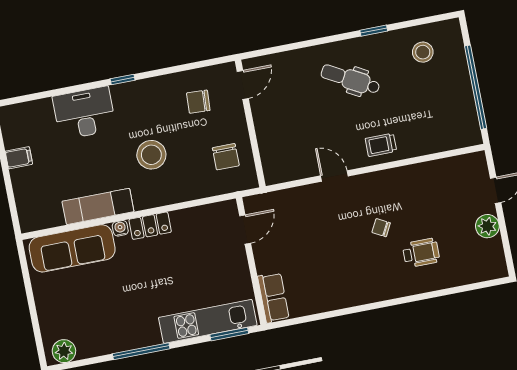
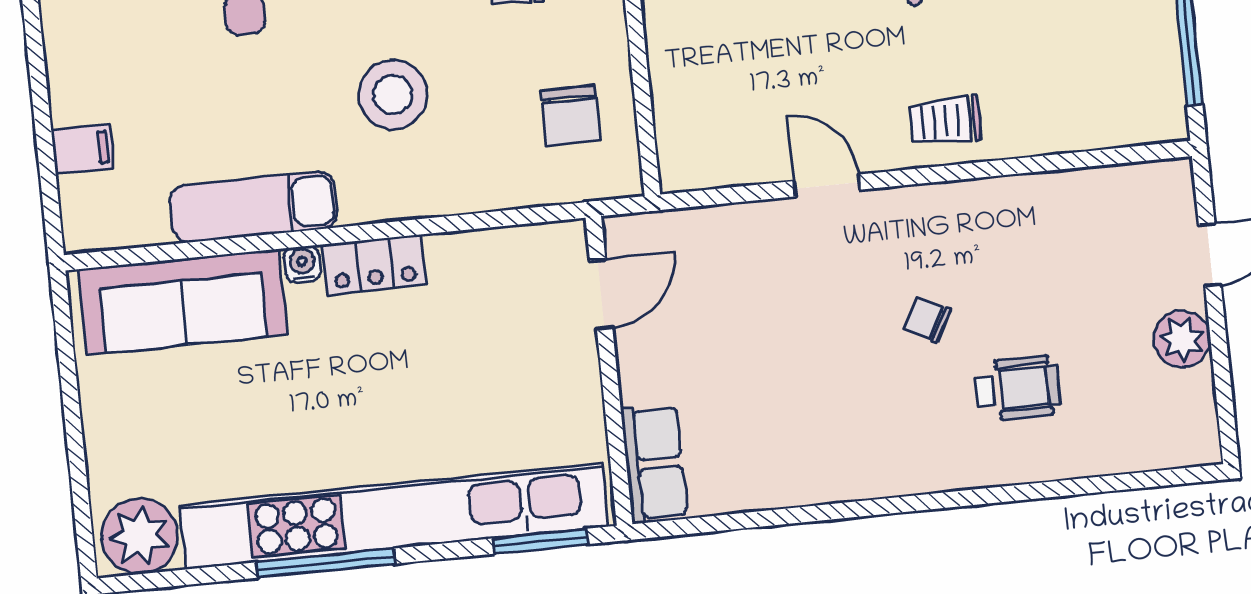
filing cabinet: (19, 158) -> (83, 149), moved
kitchen unit: (208, 321) -> (394, 516), width x1.86
plant: (64, 351) -> (140, 536), width x1.36, depth x1.36

